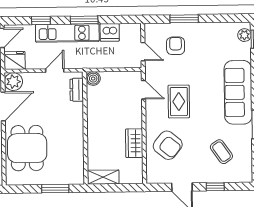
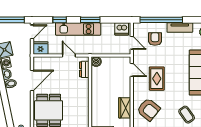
window: (184, 19) -> (161, 20), width x2.11
tv unit: (210, 29) -> (180, 27), added
dishwasher: (110, 32) -> (122, 29), moved
door: (55, 71) -> (69, 55), hinge flipped
plant: (13, 82) -> (39, 63), removed

